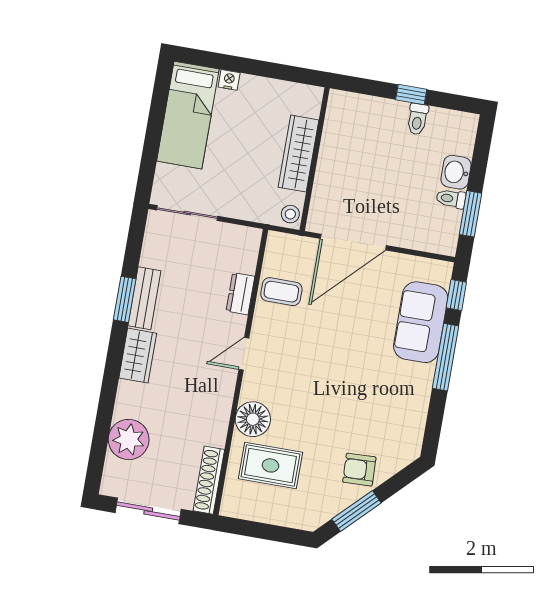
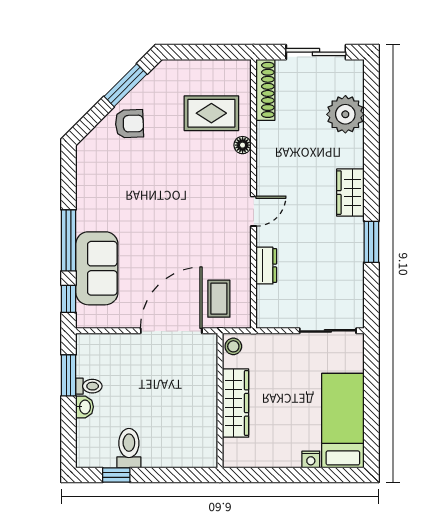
window: (411, 95) -> (116, 475), moved
toilet: (418, 119) -> (129, 448), width x1.37, depth x1.39
washbasin: (456, 172) -> (85, 407), width x0.72, depth x0.69
coffee table: (281, 292) -> (219, 299), moved, turned 90
bench: (144, 298) -> (353, 246), removed
floor lamp: (253, 419) -> (243, 145), width x0.53, depth x0.53

